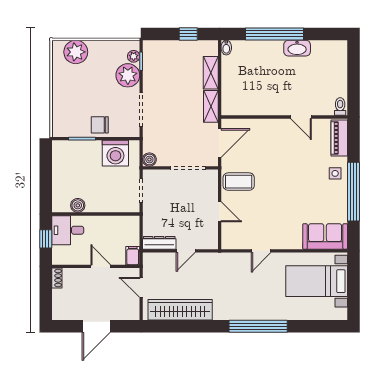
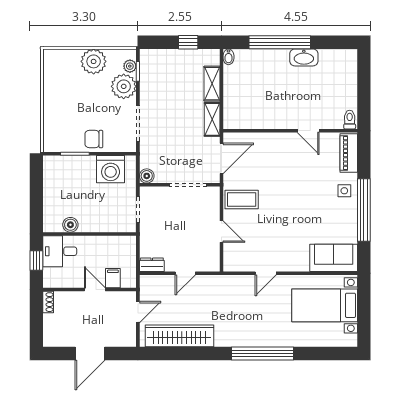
plant: (76, 52) -> (94, 61), moved
dresser: (159, 243) -> (152, 265), width x0.70
filing cabinet: (133, 256) -> (113, 278), moved
door: (141, 287) -> (138, 312), swing flipped

